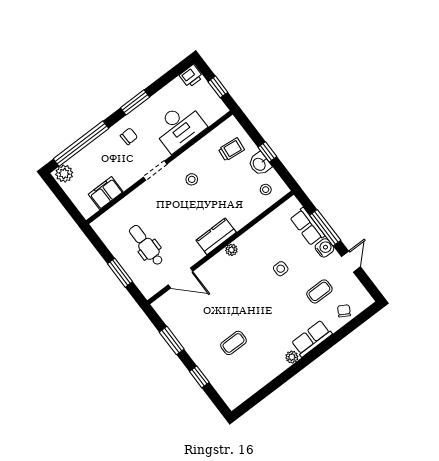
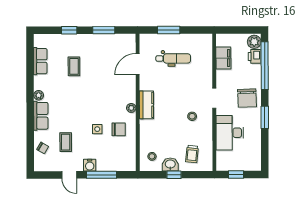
printer: (191, 76) -> (255, 56), moved
chair: (129, 136) -> (247, 98), width x1.87, depth x1.87
row of seats: (307, 227) -> (40, 61), moved, turned 90
chair: (264, 246) -> (119, 129), added

